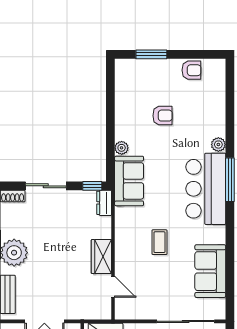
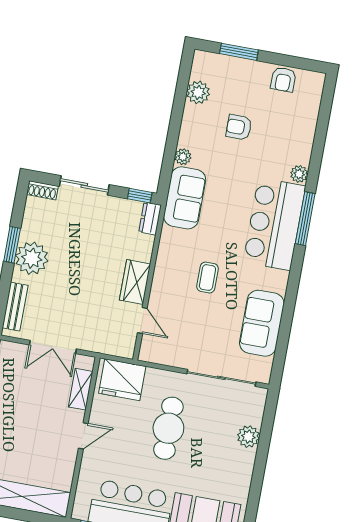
armchair: (191, 70) -> (283, 79), turned 90
plant: (124, 93) -> (198, 92), added
armchair: (163, 116) -> (239, 127), turned 180

